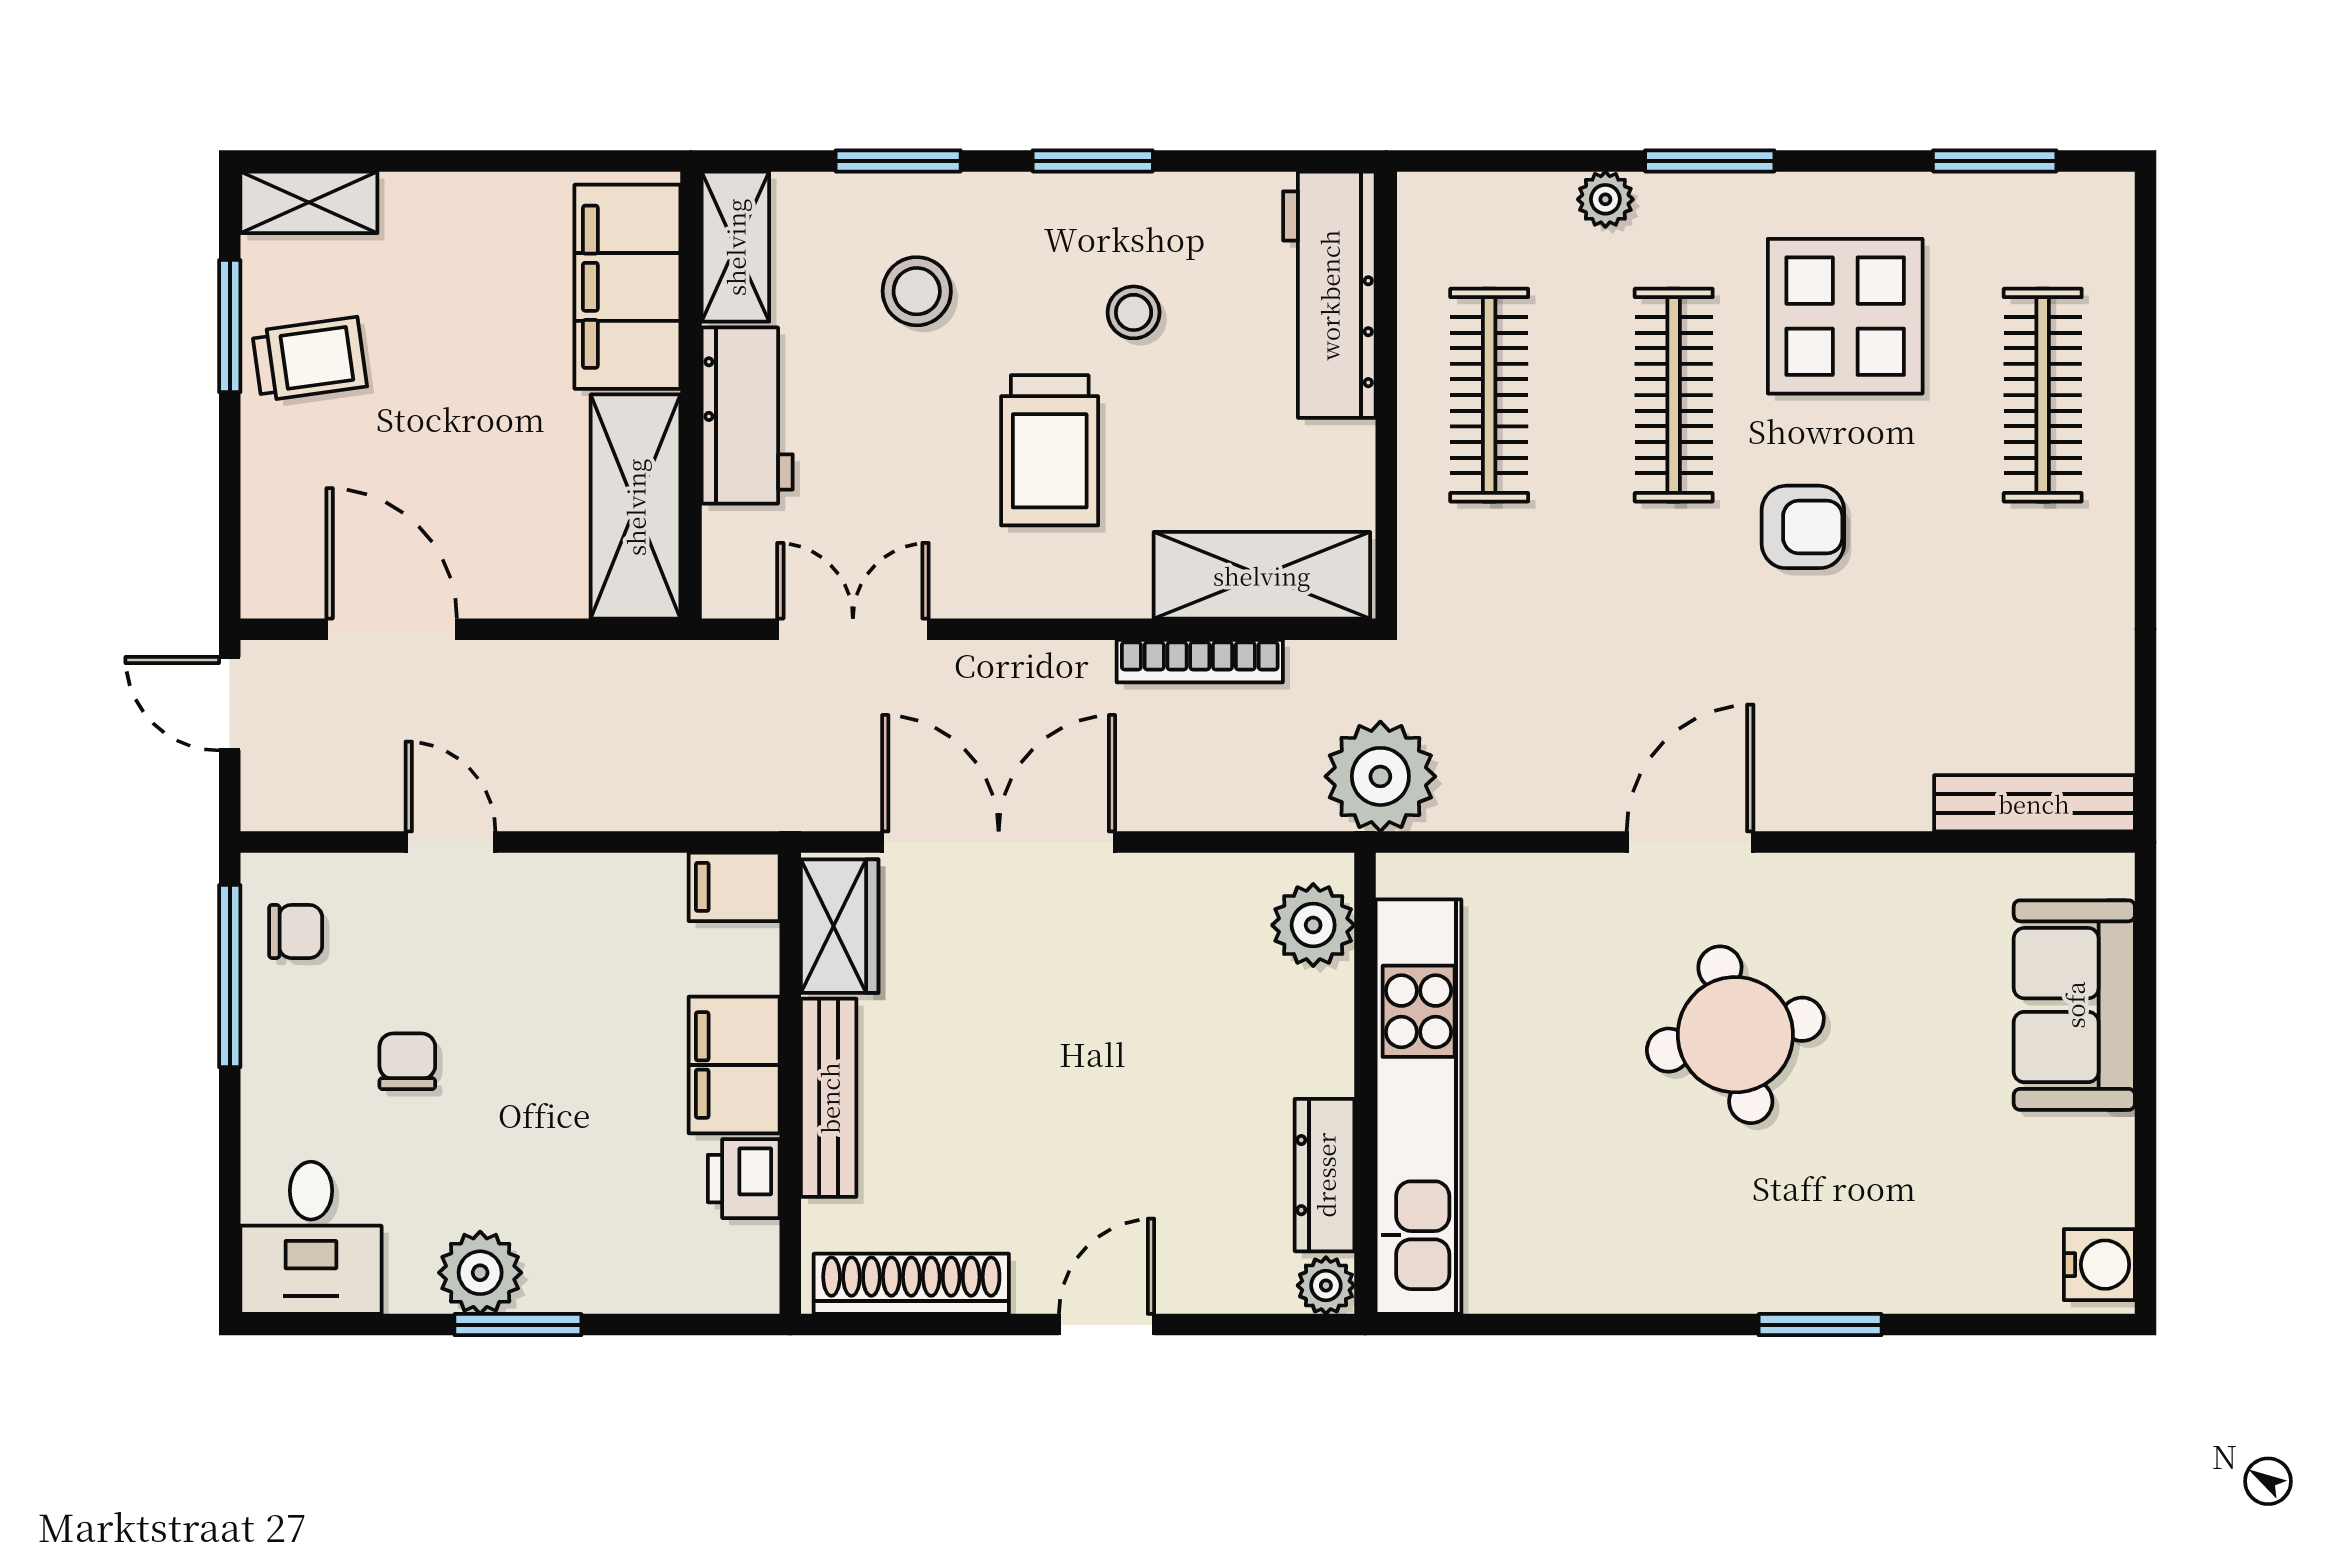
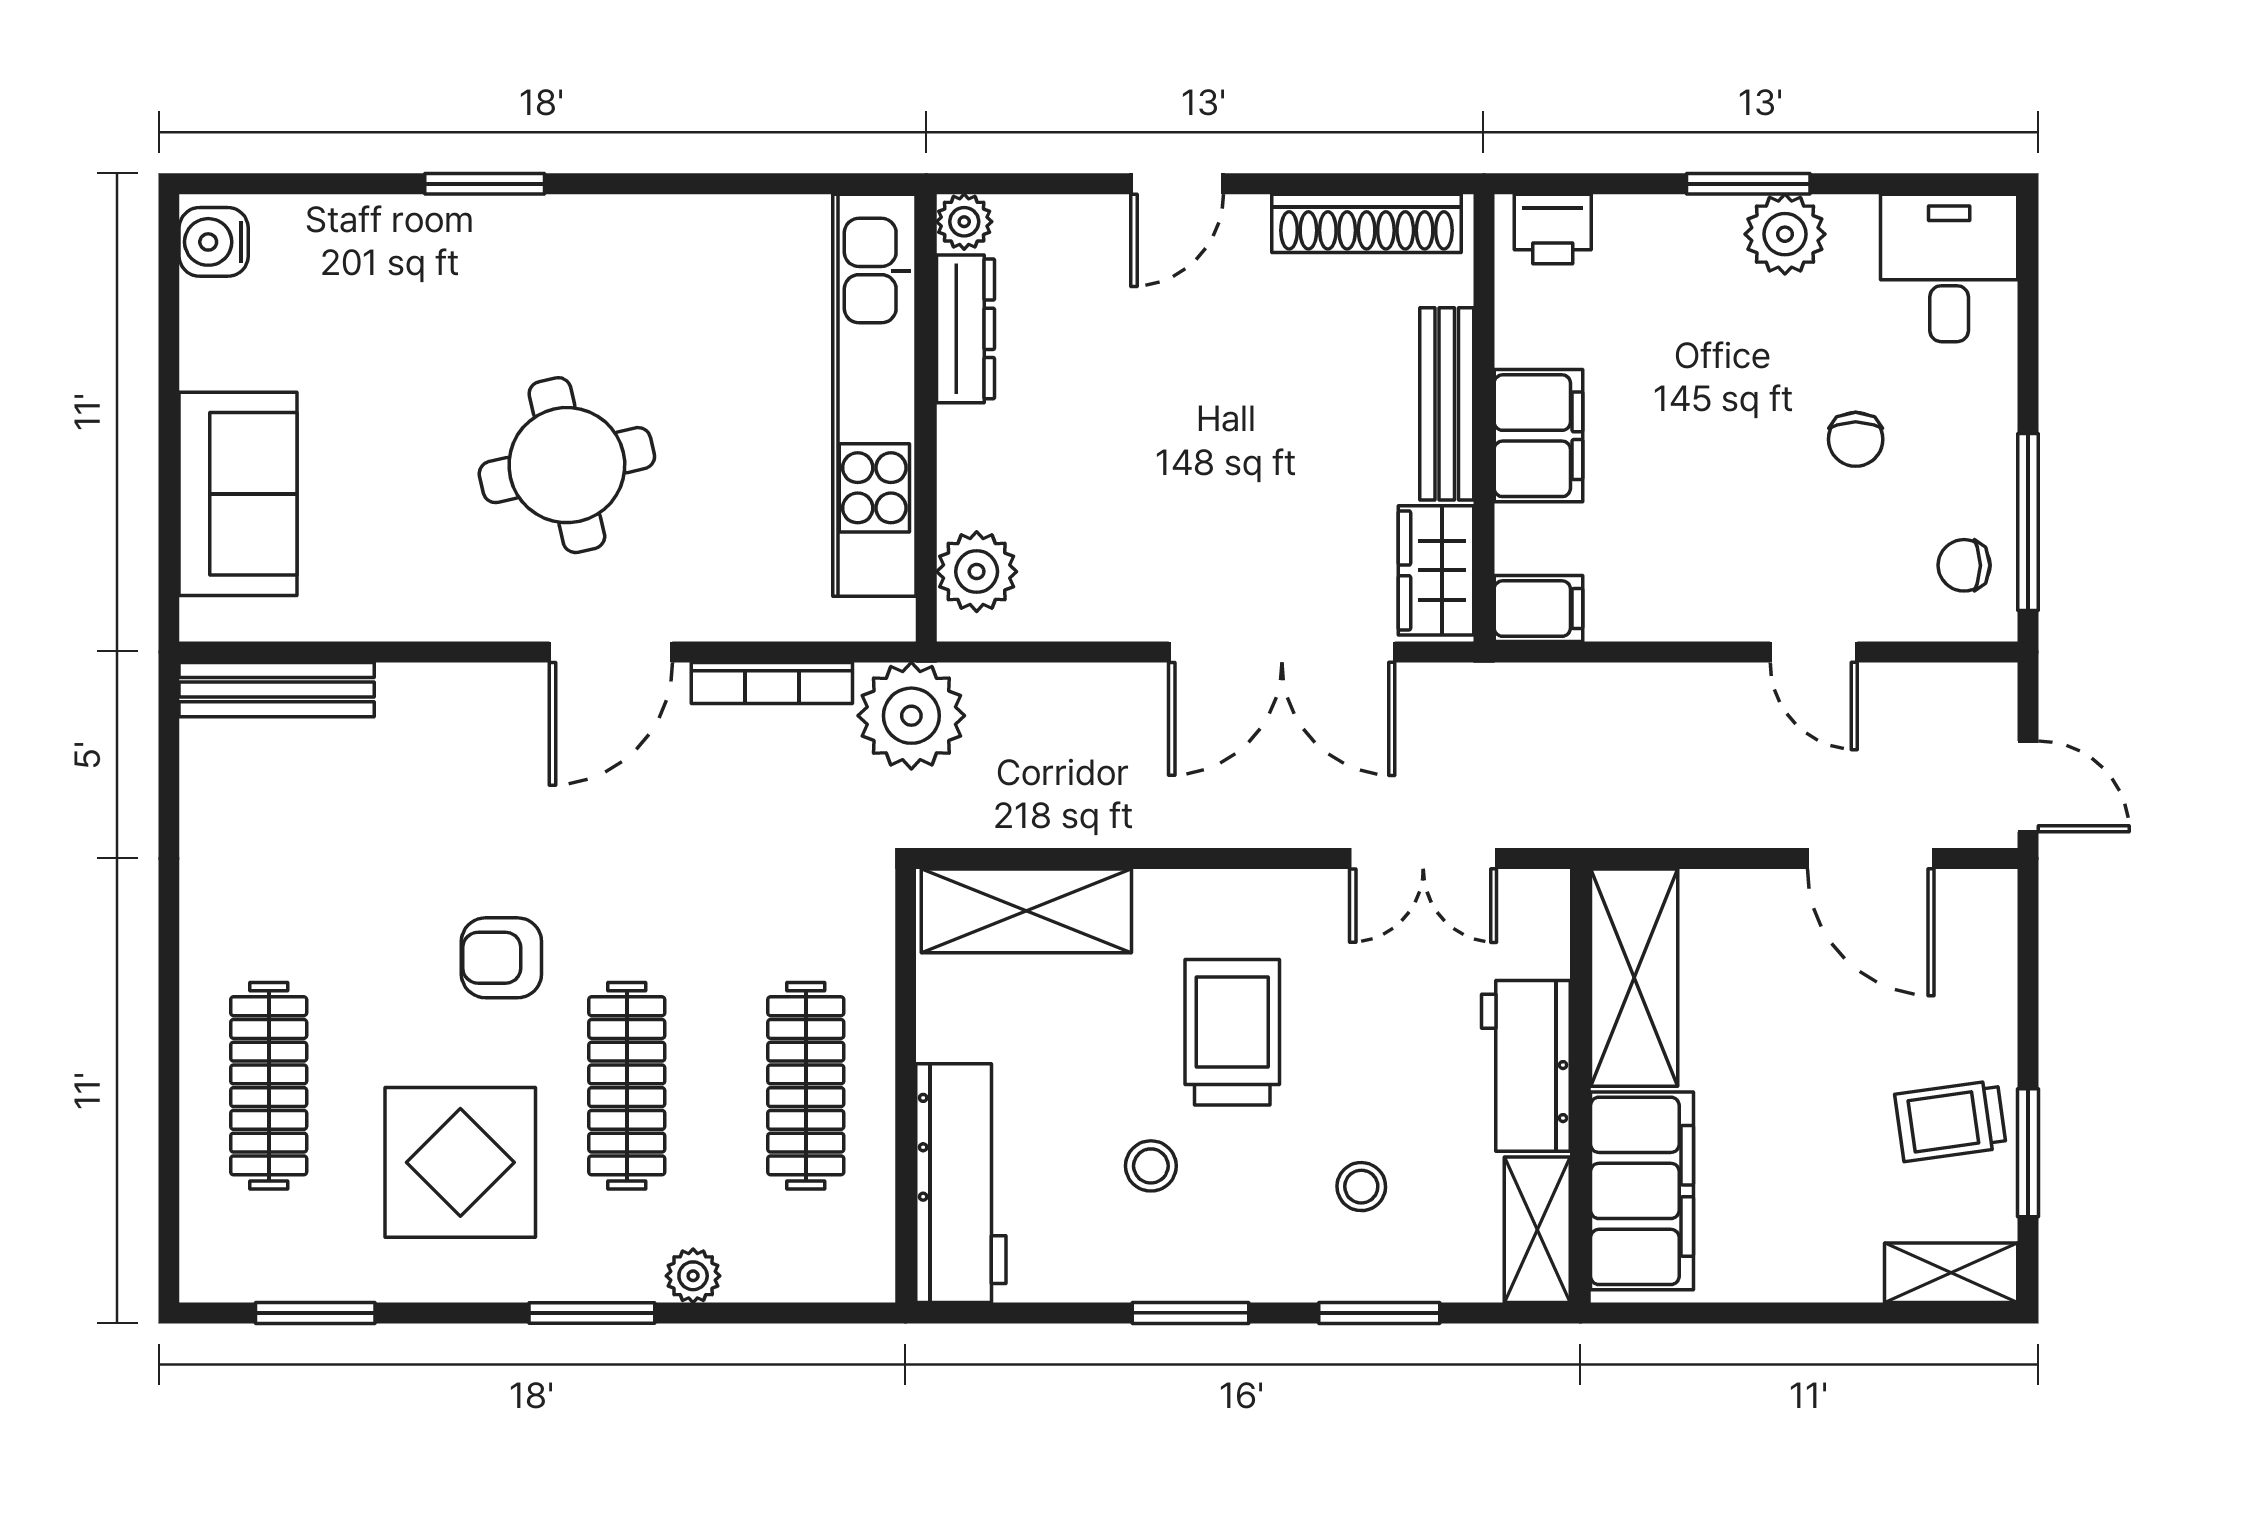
stool: (917, 291) -> (1361, 1187), width x0.73, depth x0.73
bookcase: (1200, 661) -> (772, 683), moved, turned 180
printer: (744, 1179) -> (1553, 229), moved, turned 90

